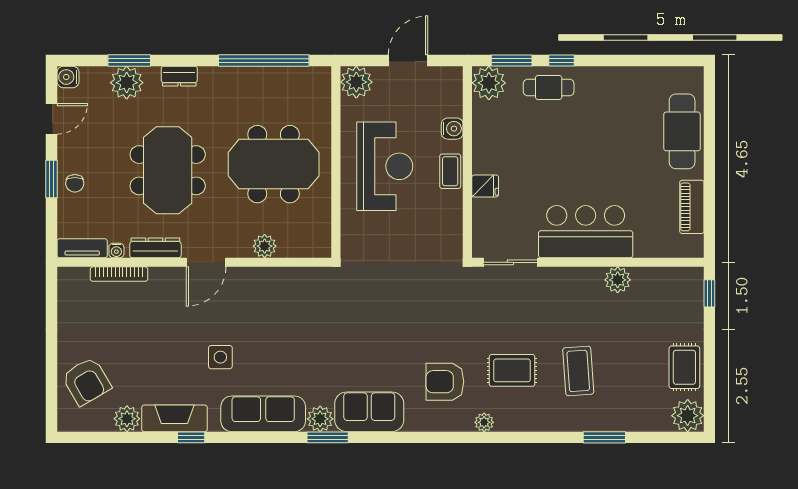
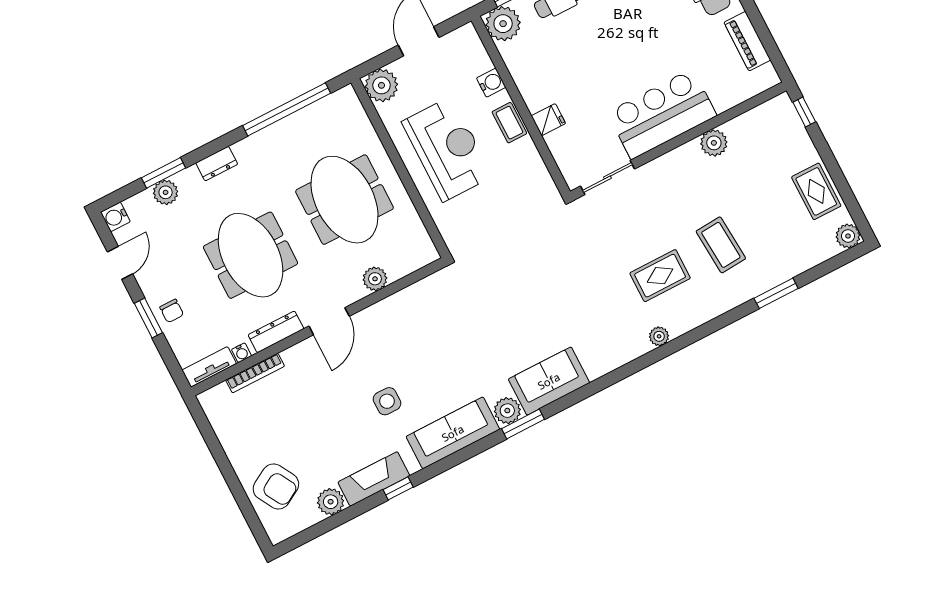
plant: (127, 83) -> (166, 192), width x0.73, depth x0.73
meeting table: (274, 164) -> (344, 200), turned 90
armchair: (445, 382) -> (604, 318), removed
plant: (688, 416) -> (848, 236), width x0.73, depth x0.73

